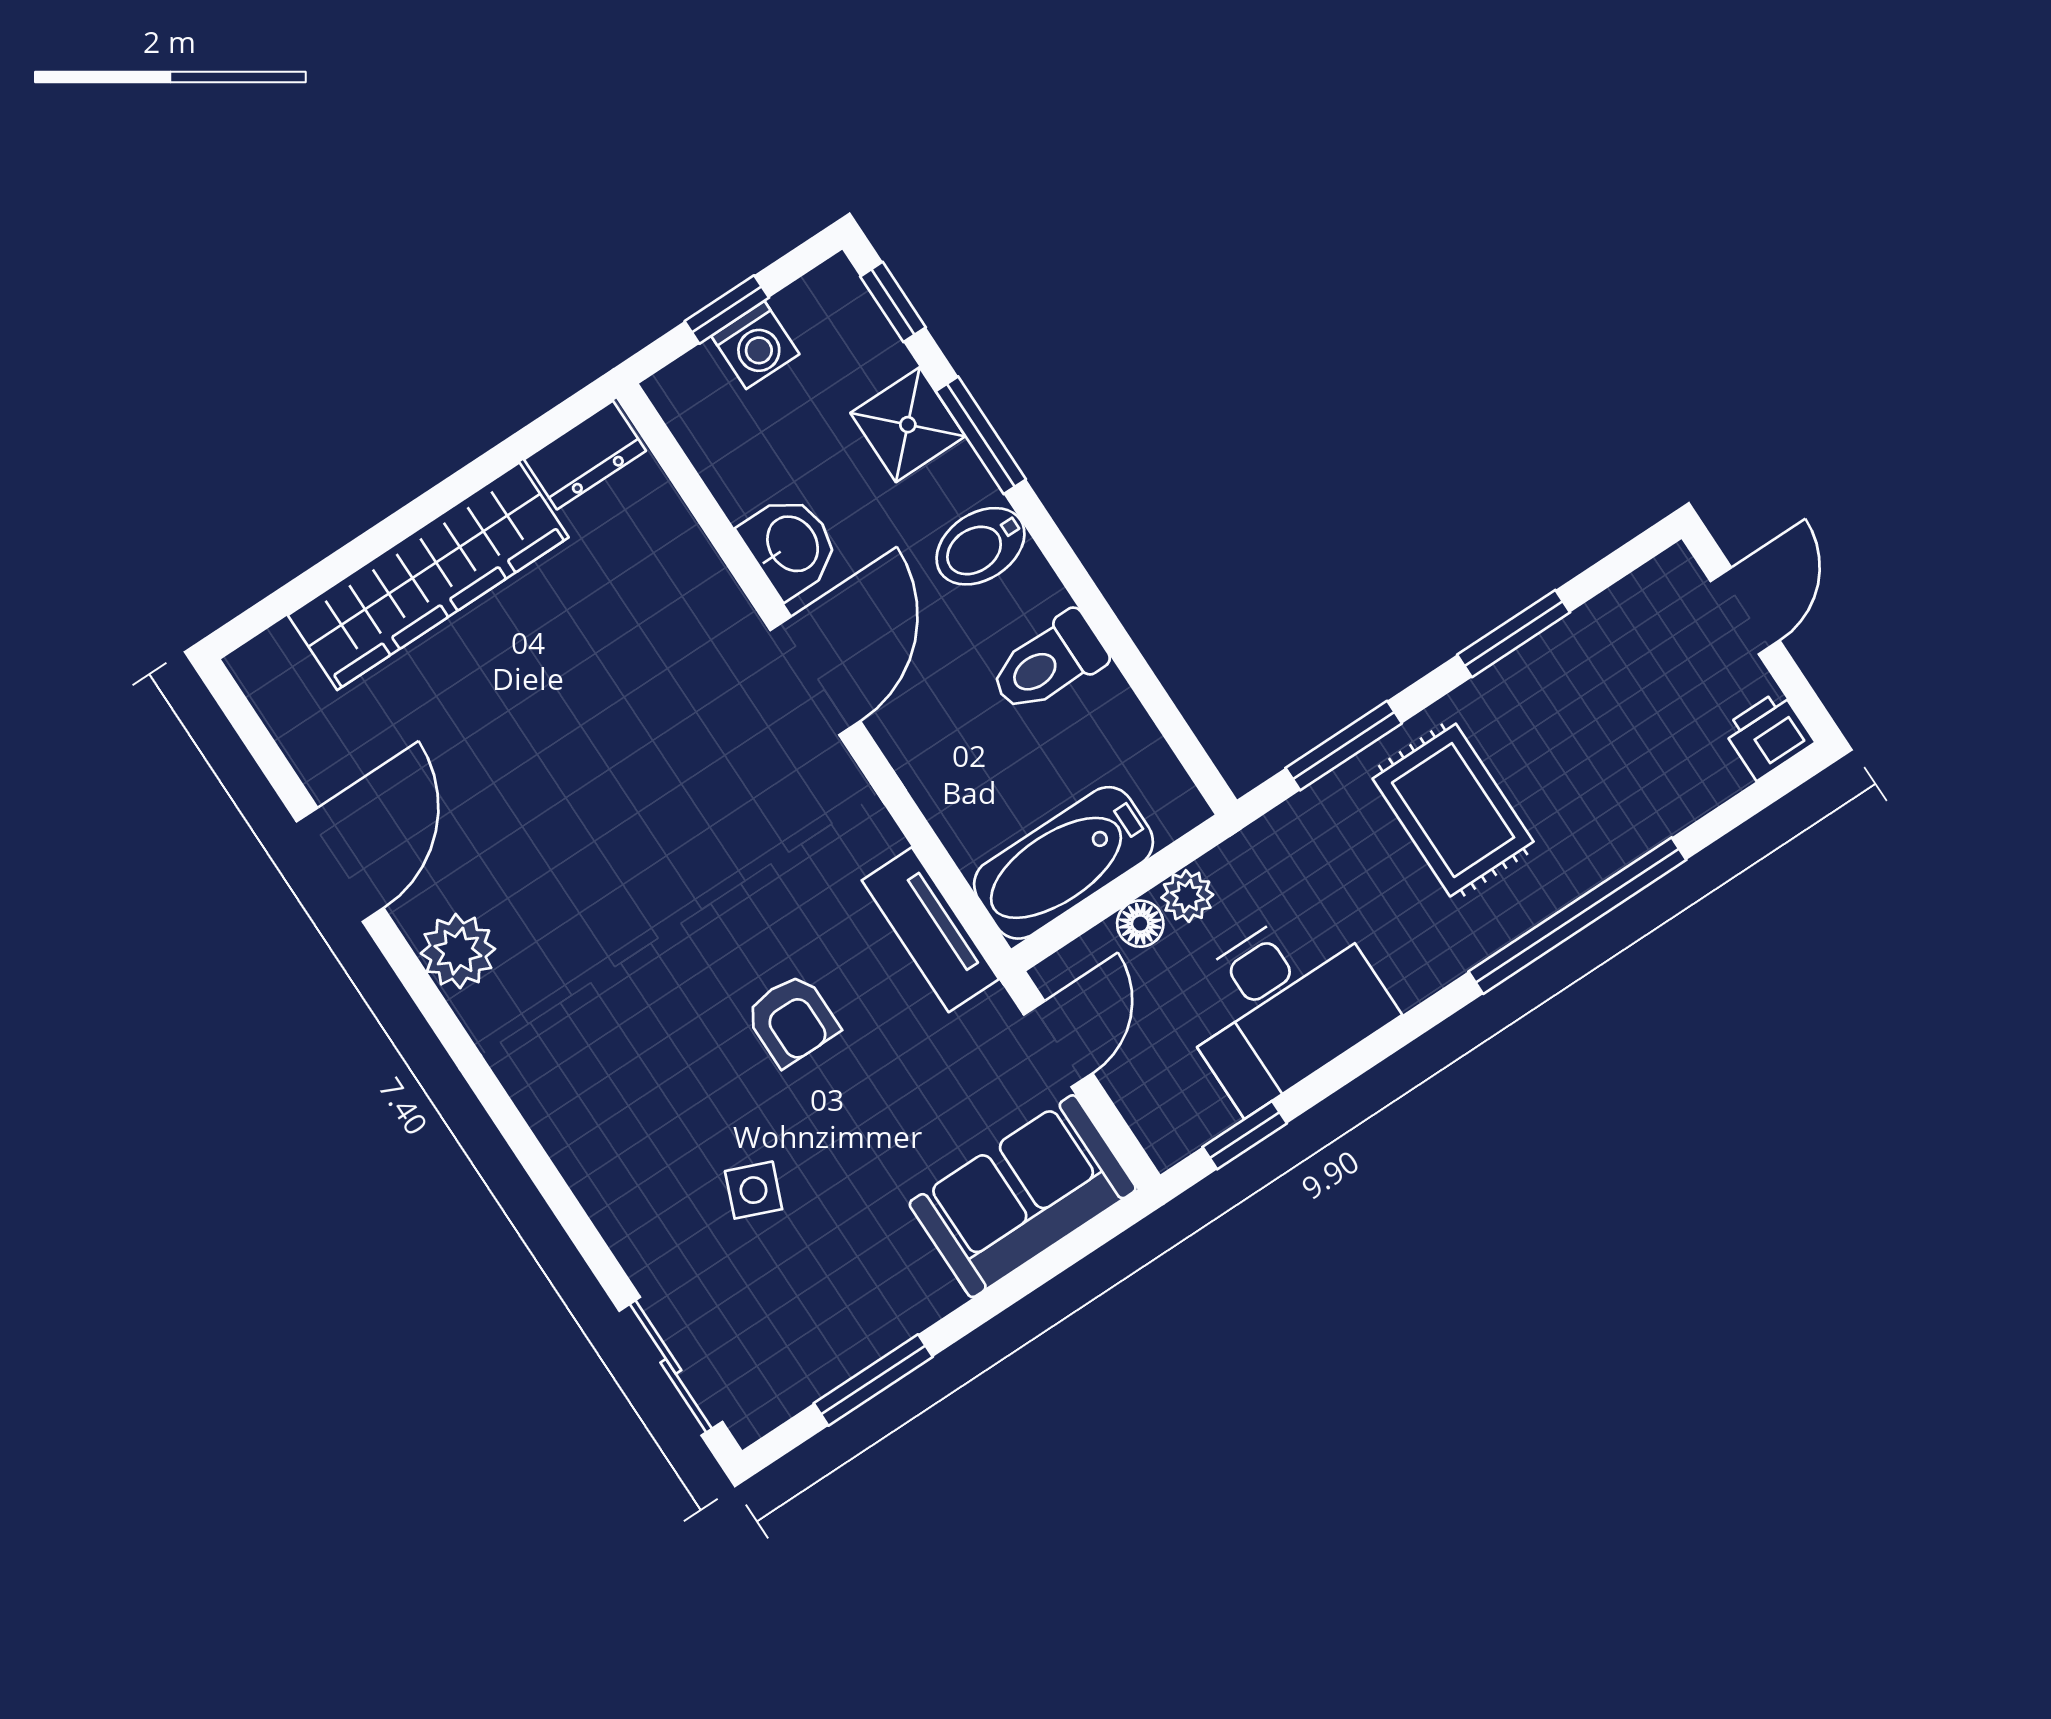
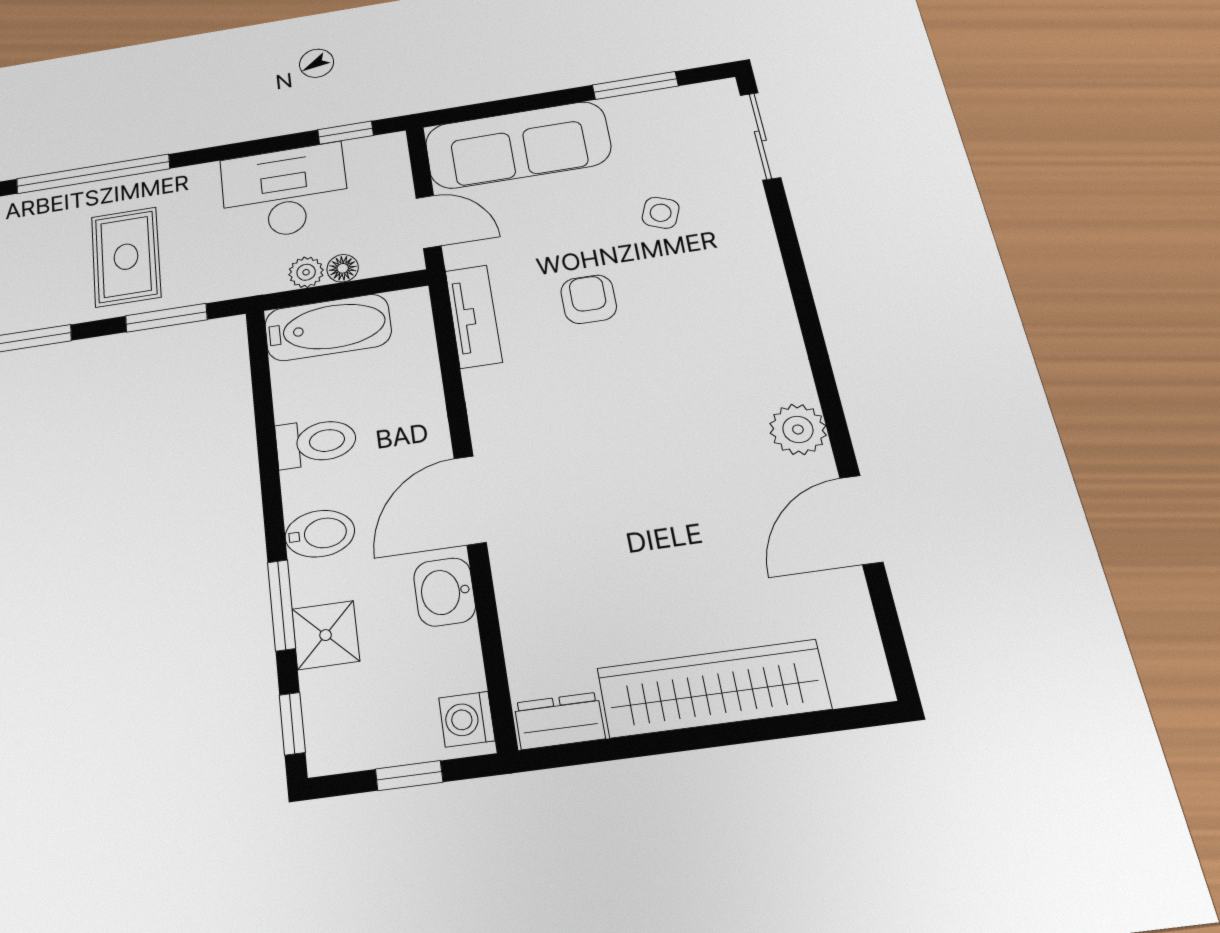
washing machine: (755, 345) -> (467, 719), moved, turned -90
bathtub: (1064, 863) -> (328, 327), moved
door: (1058, 1044) -> (429, 222), swing flipped
sofa: (1023, 1196) -> (518, 145), width x1.36

